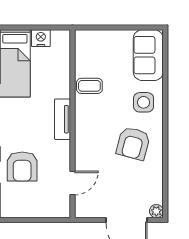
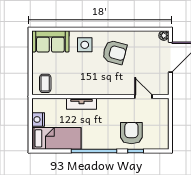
coffee table: (89, 86) -> (45, 83), moved
tv unit: (63, 119) -> (82, 104), moved
armchair: (22, 167) -> (131, 133), turned -90

